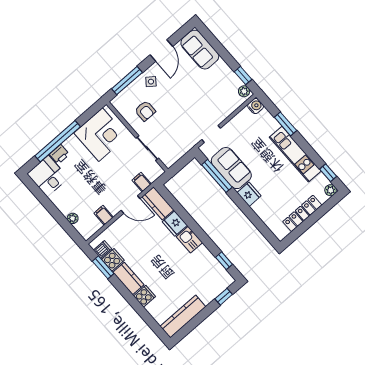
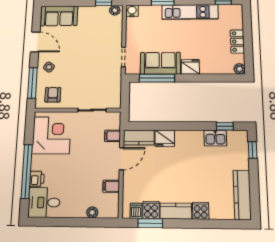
armchair: (145, 111) -> (53, 95), moved, turned -90
plant: (331, 190) -> (240, 69), moved
locker: (302, 213) -> (237, 42), width x0.66
kitchen sink: (189, 240) -> (215, 138), moved

